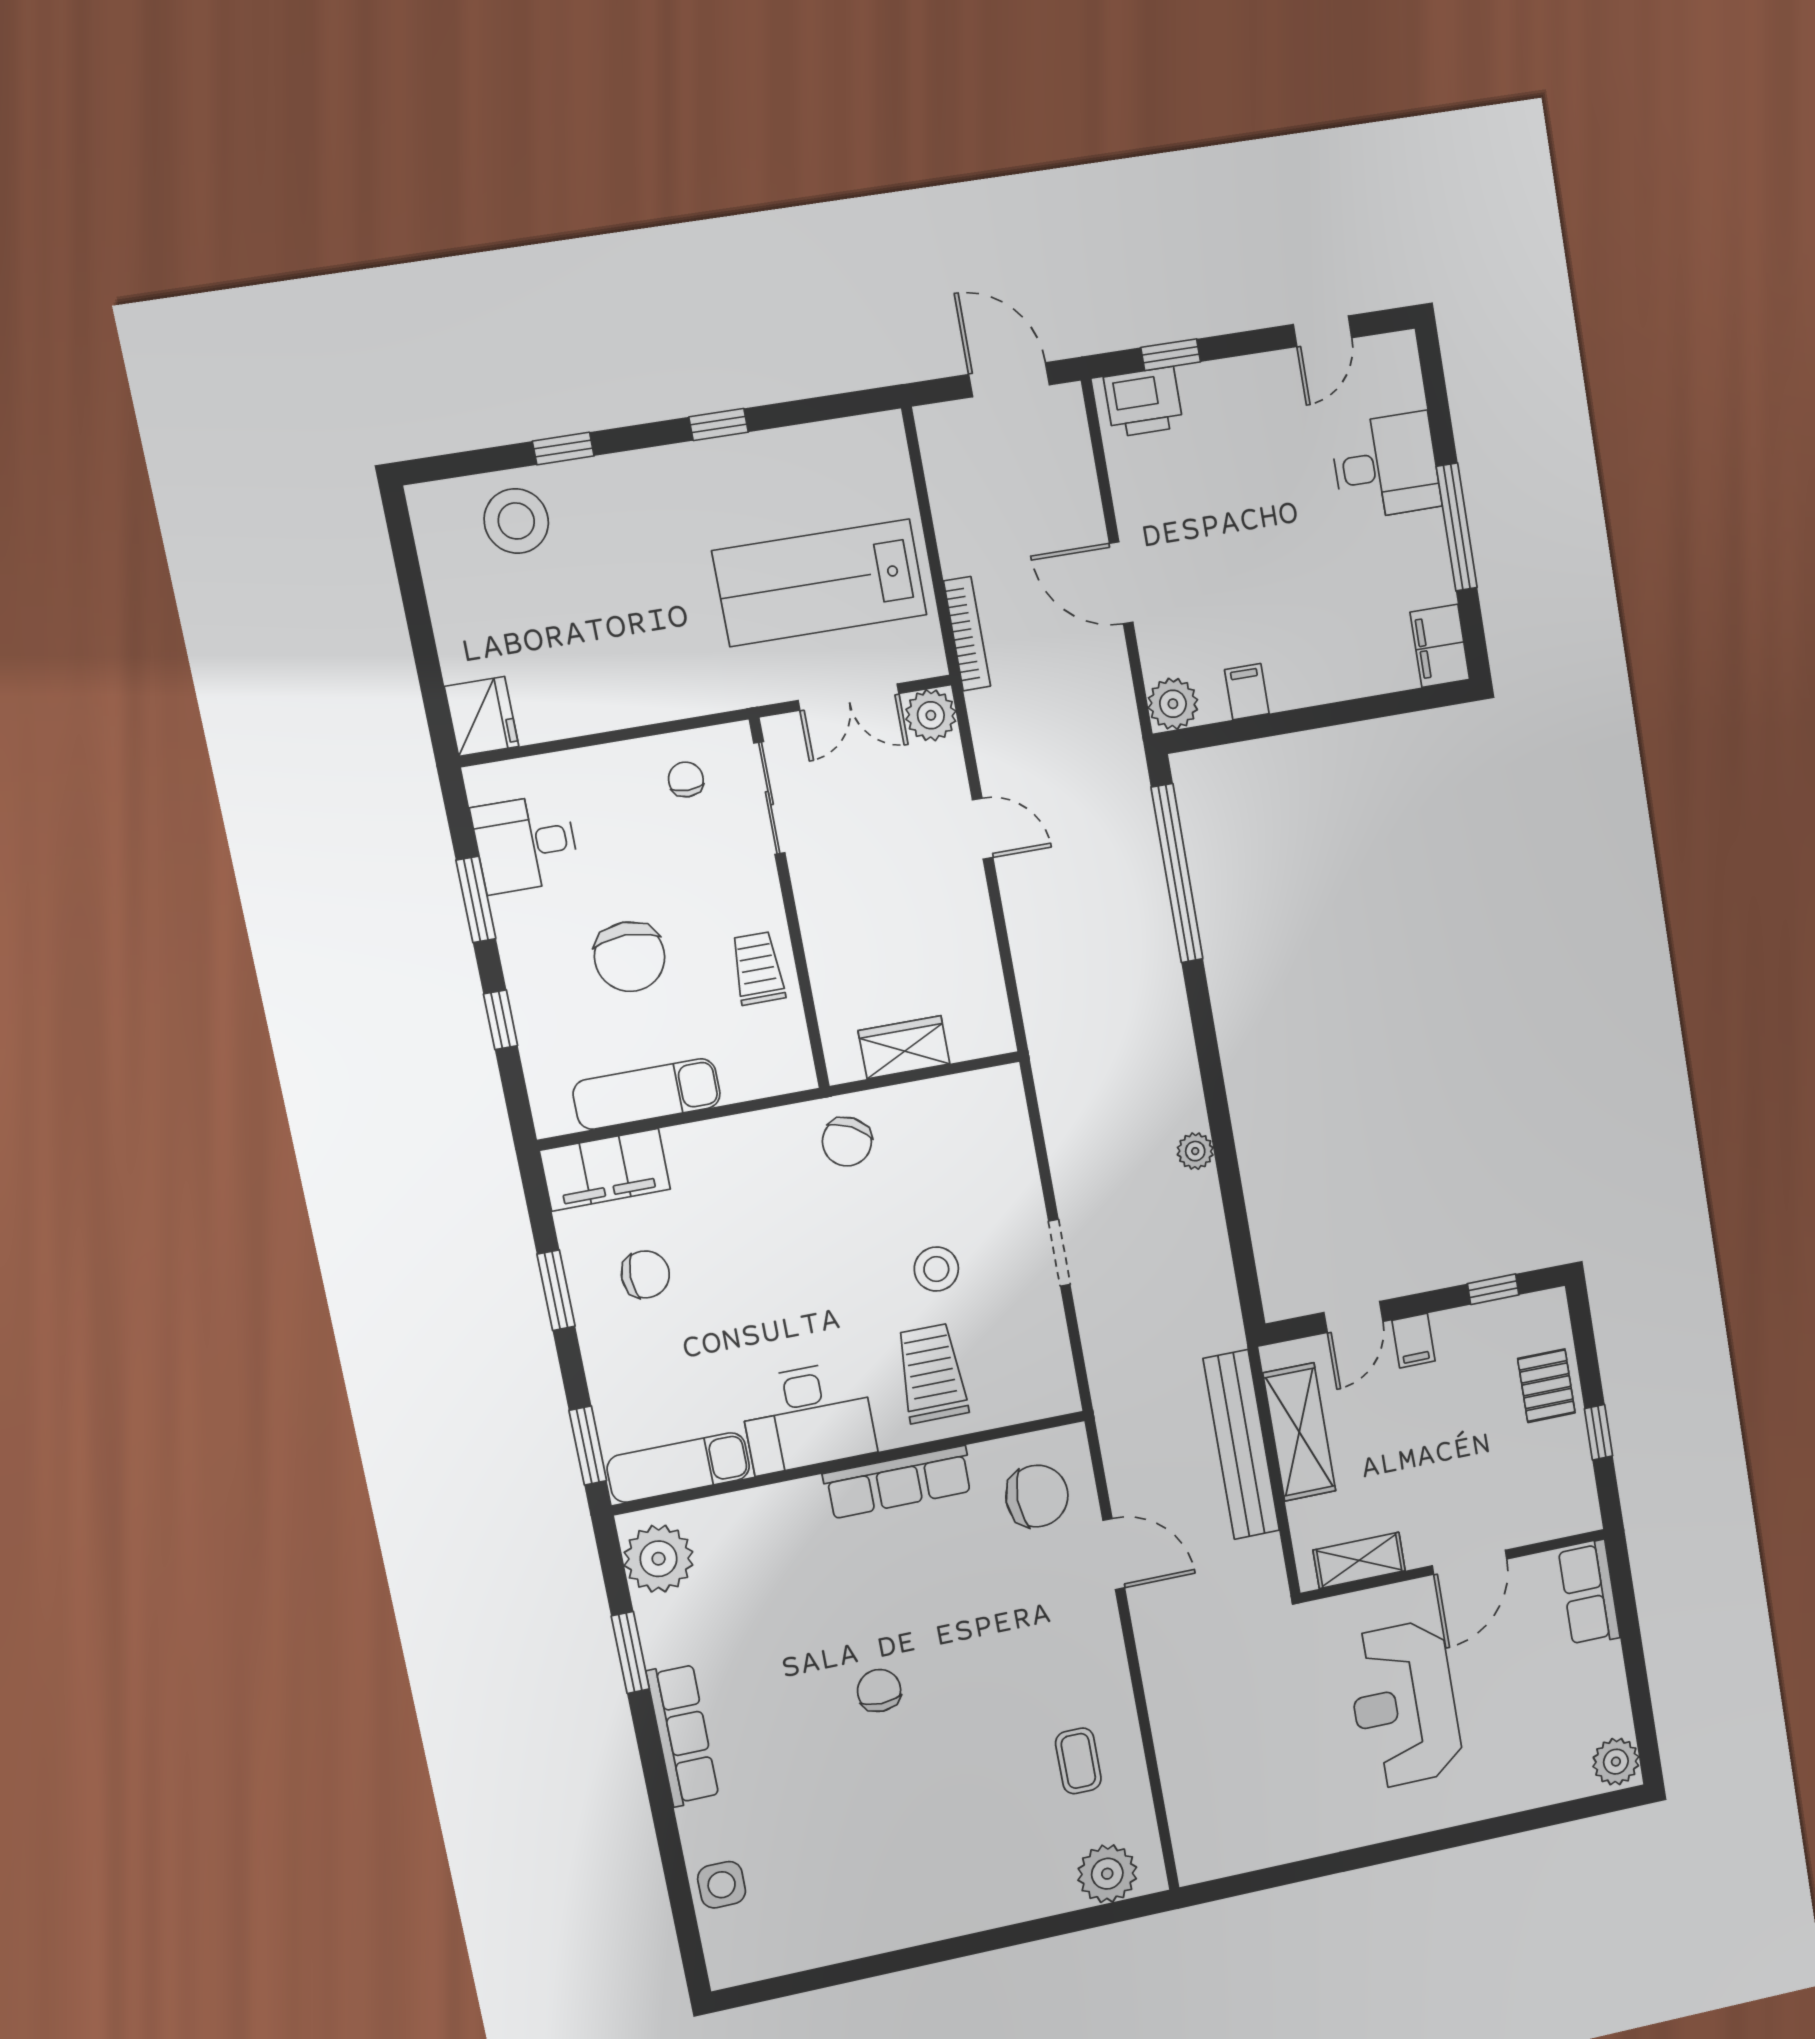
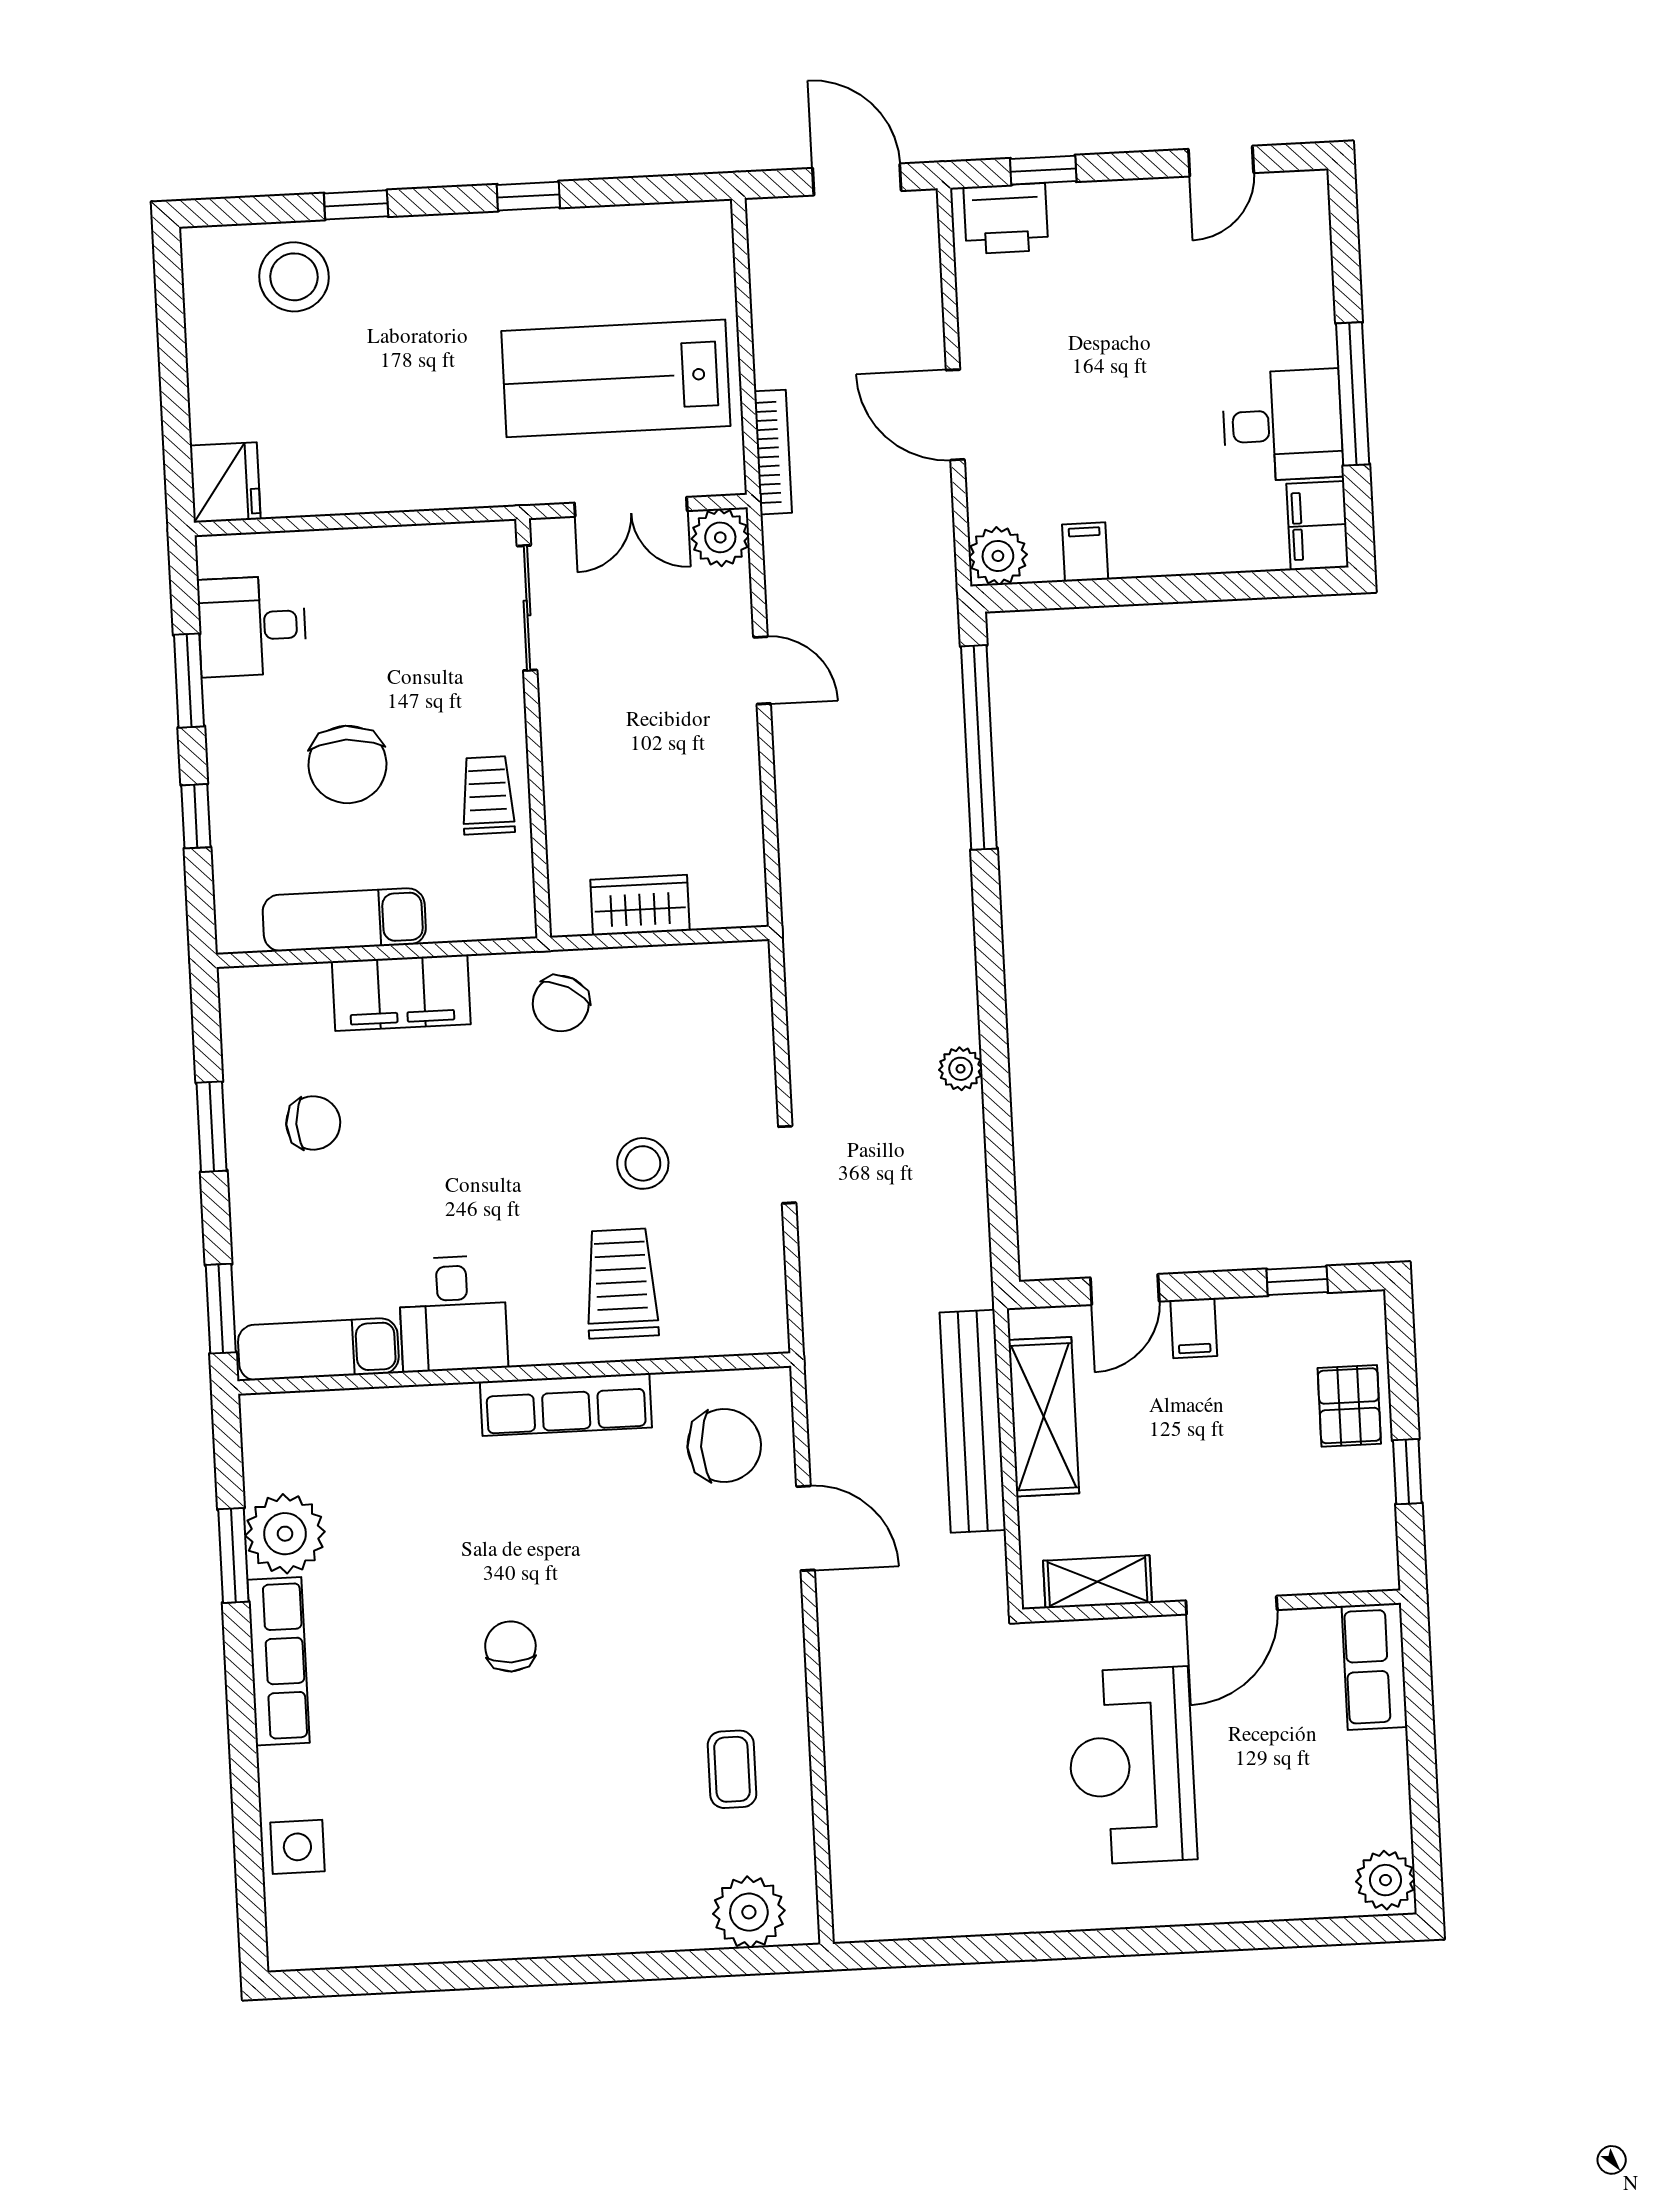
desk: (1386, 466) -> (1283, 425), moved
chair: (686, 779) -> (438, 577), removed
filing cabinet: (605, 1170) -> (401, 993), moved
desk: (808, 1417) -> (453, 1314), width x0.73
plant: (659, 1559) -> (285, 1534), moved

